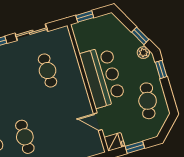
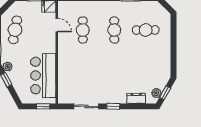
cafe table: (47, 71) -> (83, 30), moved
bar counter: (103, 77) -> (43, 75), moved

